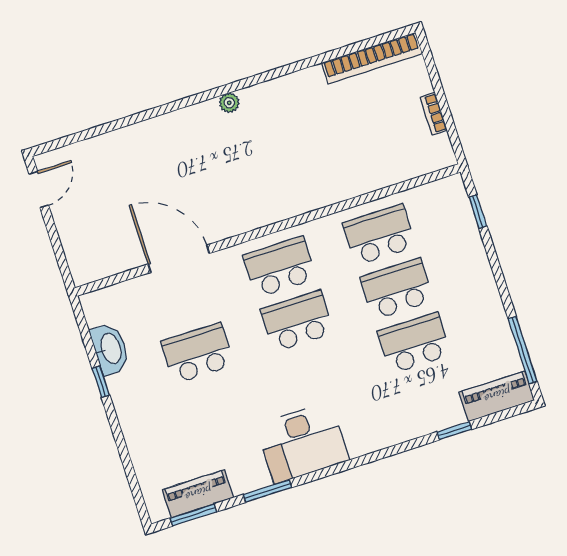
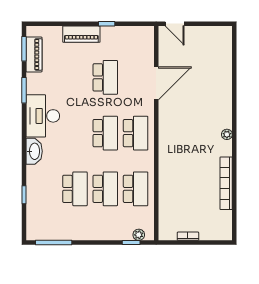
bookcase: (372, 58) -> (226, 183), moved
door: (39, 190) -> (175, 24), moved
plant: (460, 202) -> (139, 235), added
washbasin: (110, 349) -> (34, 151), moved, turned -90
piano: (497, 396) -> (81, 34), moved, turned 90

